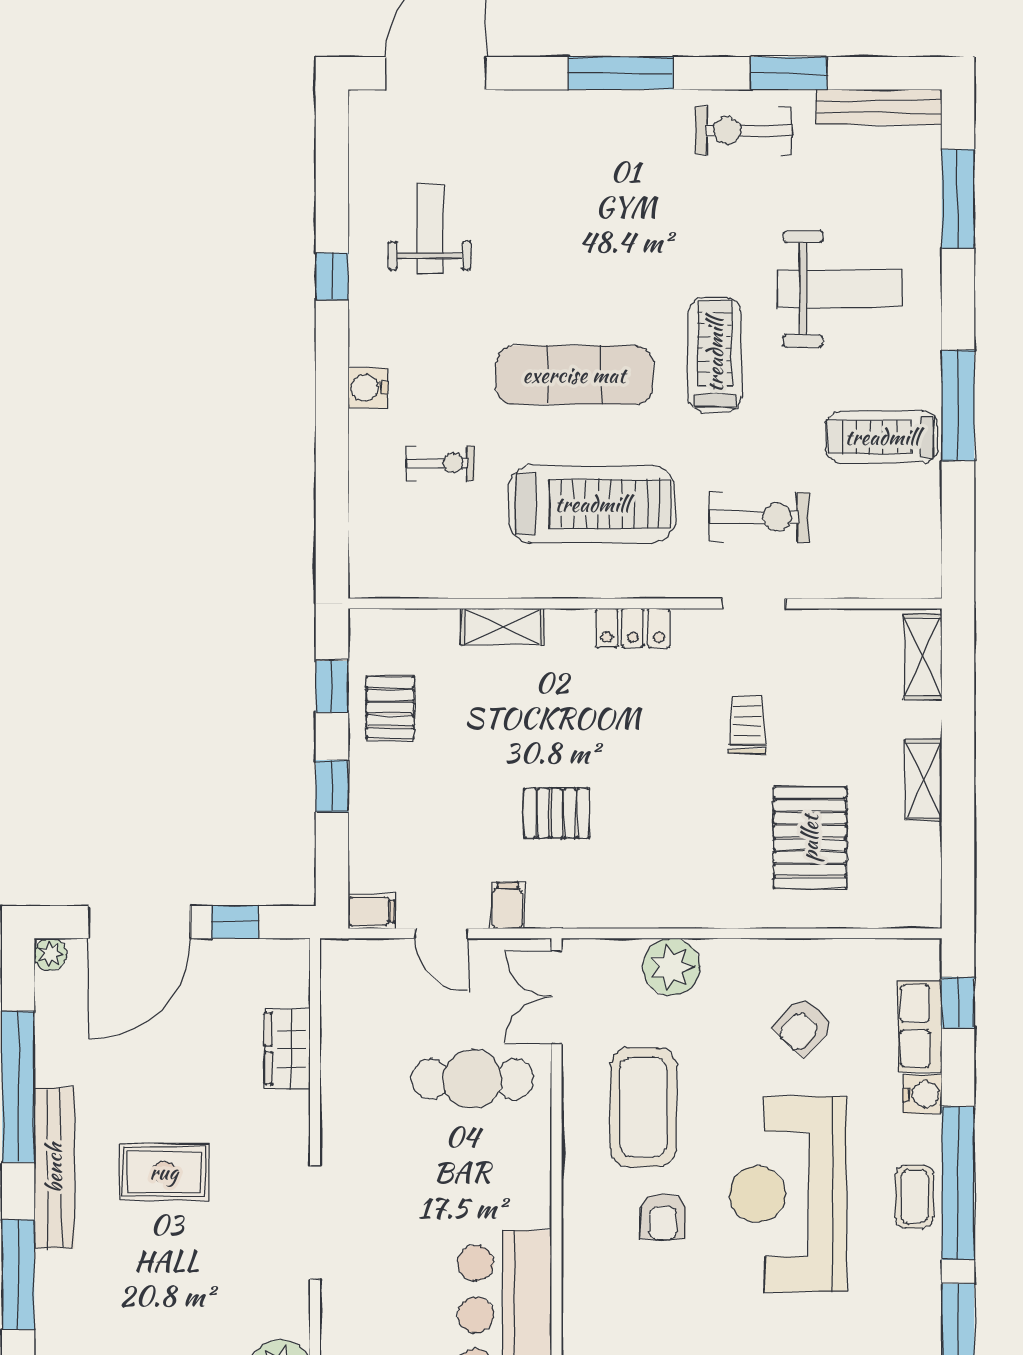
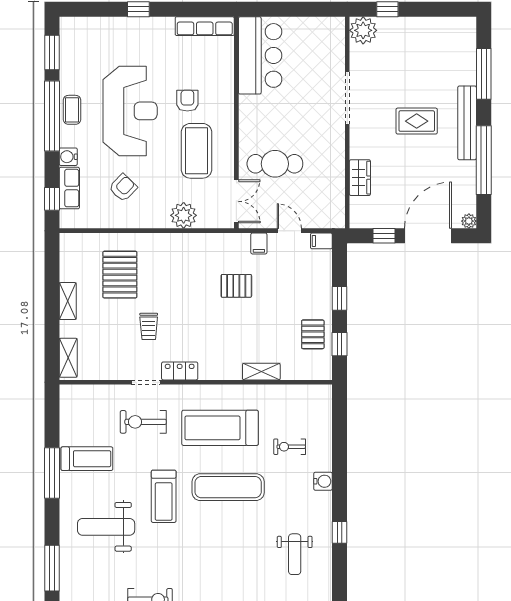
locker: (633, 628) -> (180, 371), moved

